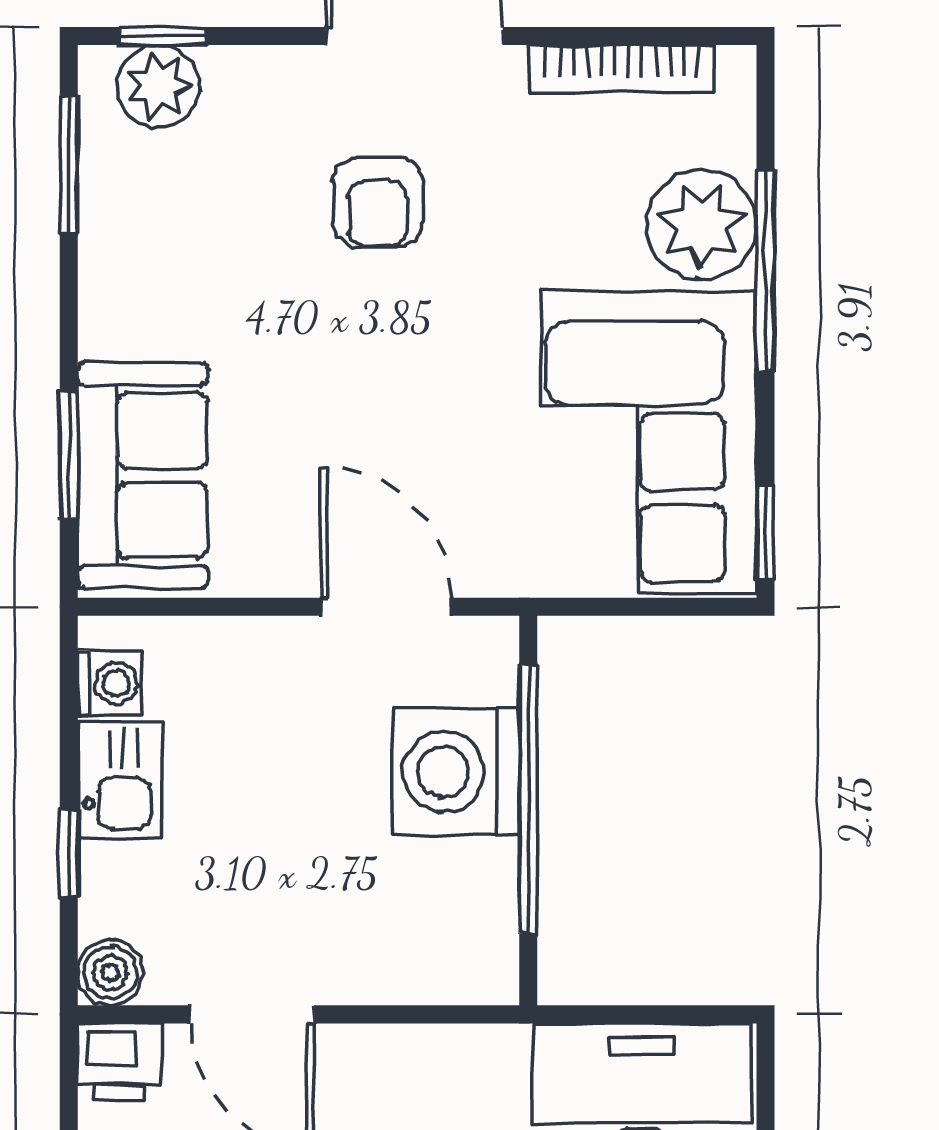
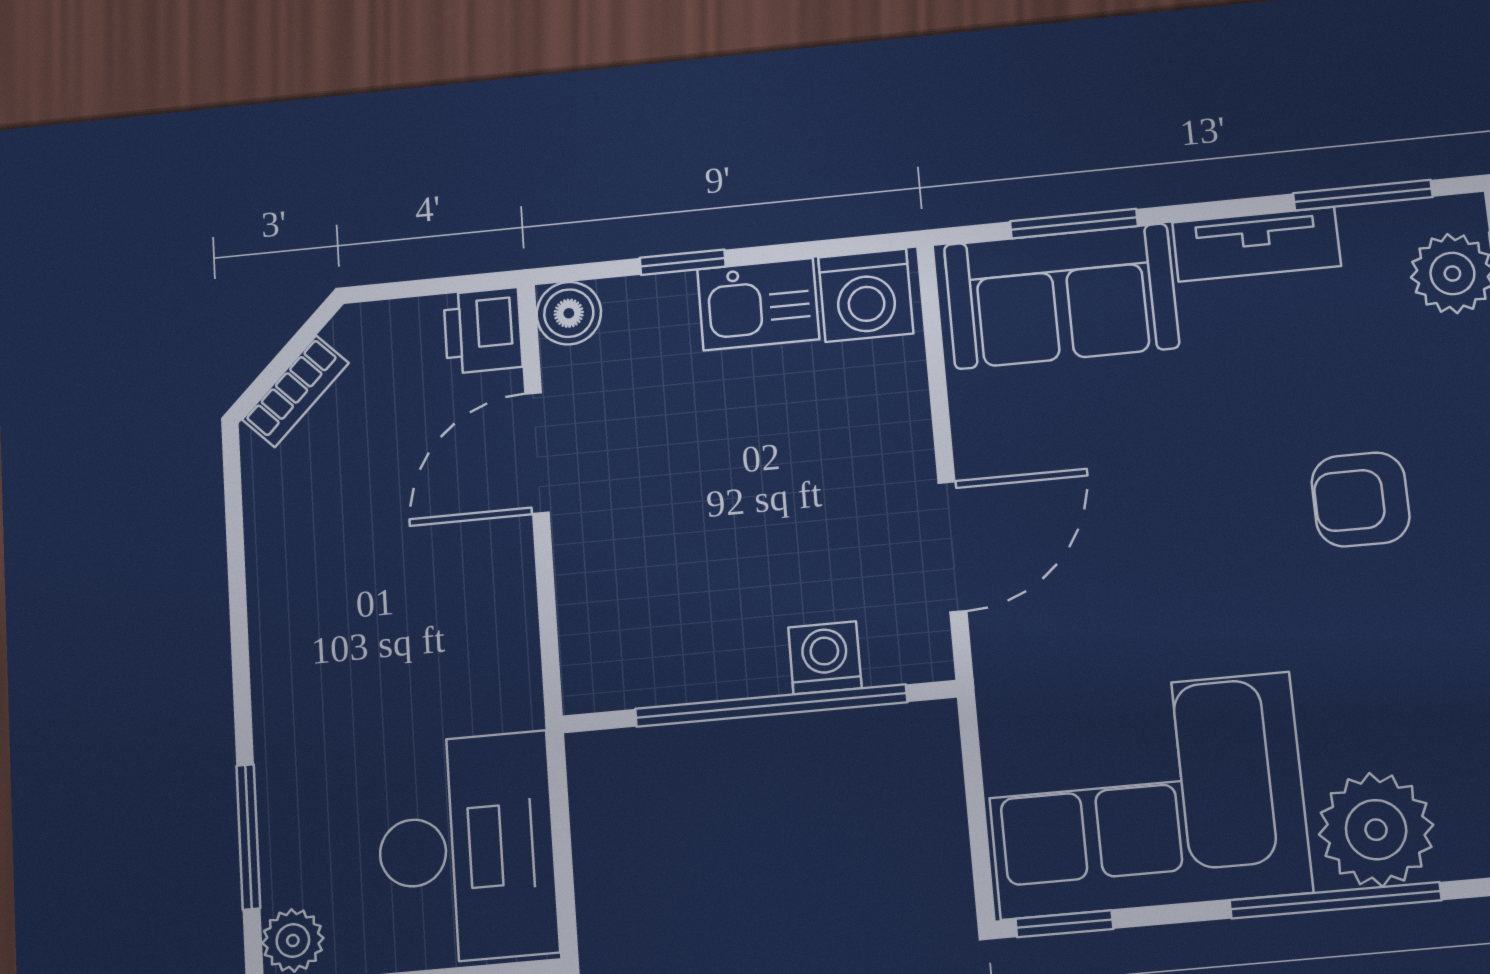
tv unit: (109, 276) -> (1256, 244), added
washing machine: (110, 683) -> (866, 295), width x1.38, depth x1.38
washing machine: (456, 772) -> (825, 658), width x0.53, depth x0.53

